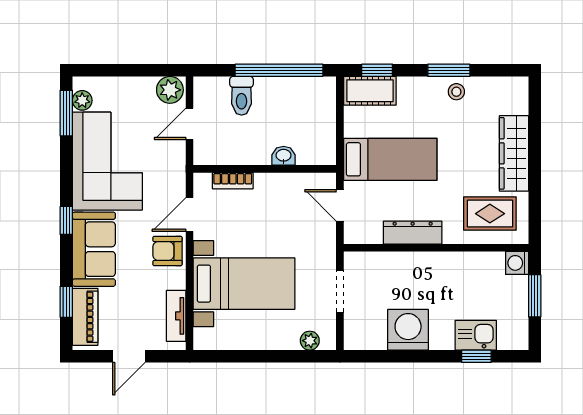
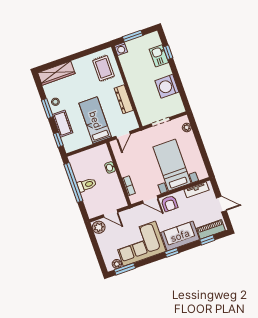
cot: (370, 91) -> (63, 124), moved
toilet: (242, 96) -> (87, 185), moved
wardrobe: (514, 153) -> (56, 73), moved

